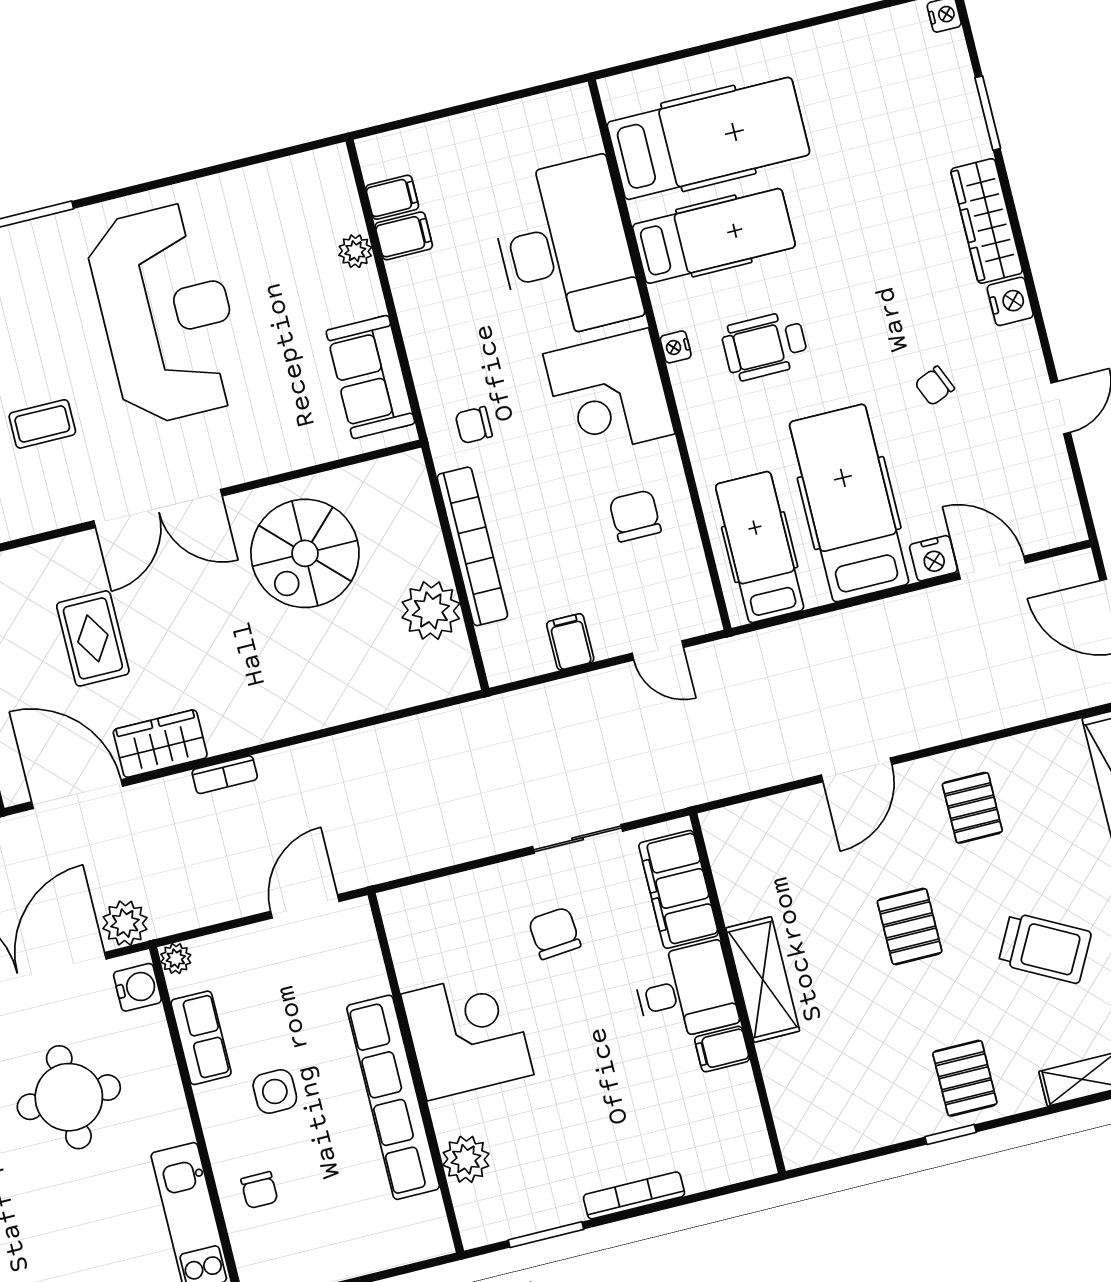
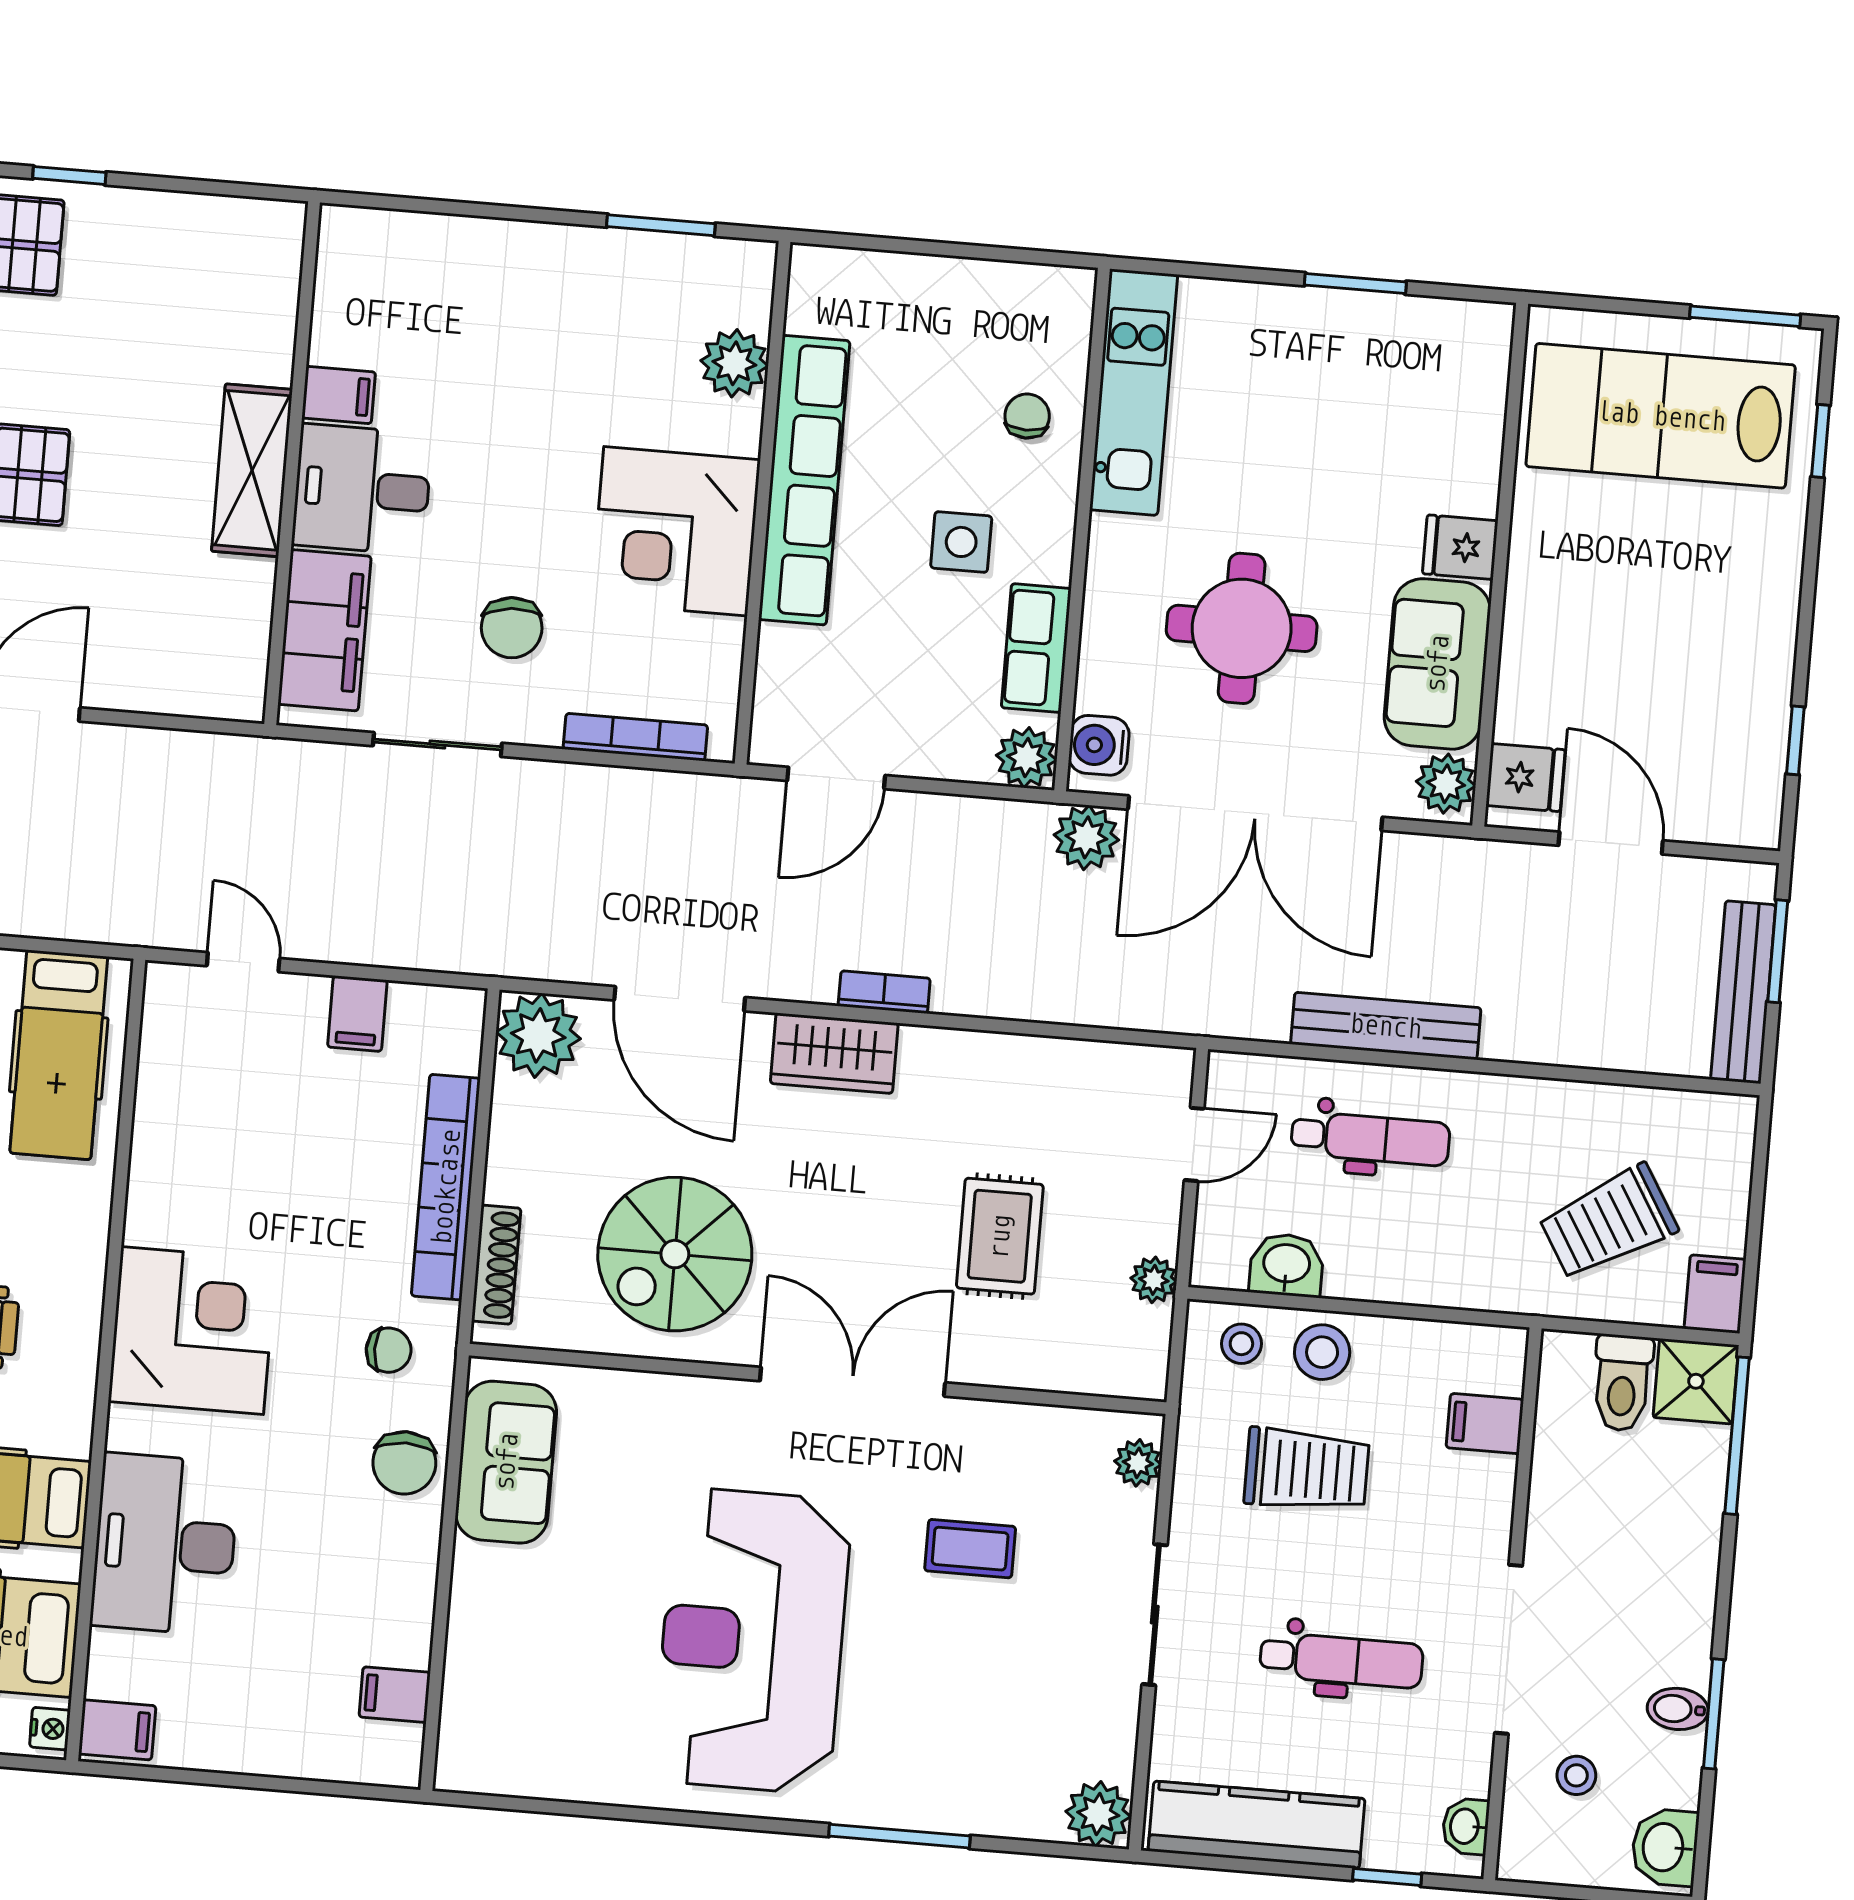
filing cabinet: (404, 236) -> (117, 1730), moved, turned 180
desk: (565, 249) -> (165, 1544), width x0.73, depth x0.77
plant: (355, 251) -> (469, 1639), removed
nightstand: (676, 347) -> (50, 1729), moved
shoe rack: (421, 506) -> (496, 1265), added
chair: (635, 516) -> (404, 1463), moved
spiral stairs: (305, 553) -> (675, 1254), turned 180
plant: (431, 610) -> (538, 1035), moved
wardrobe: (160, 744) -> (834, 1053), moved
door: (77, 794) -> (680, 999), moved
plant: (176, 959) -> (1027, 758), width x1.38, depth x1.38
bookcase: (634, 1195) -> (635, 737), moved, turned 180

